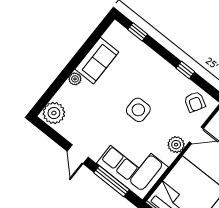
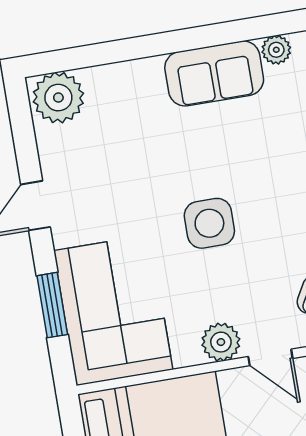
plant: (75, 79) -> (276, 50), moved
window: (112, 181) -> (52, 305), width x0.69

